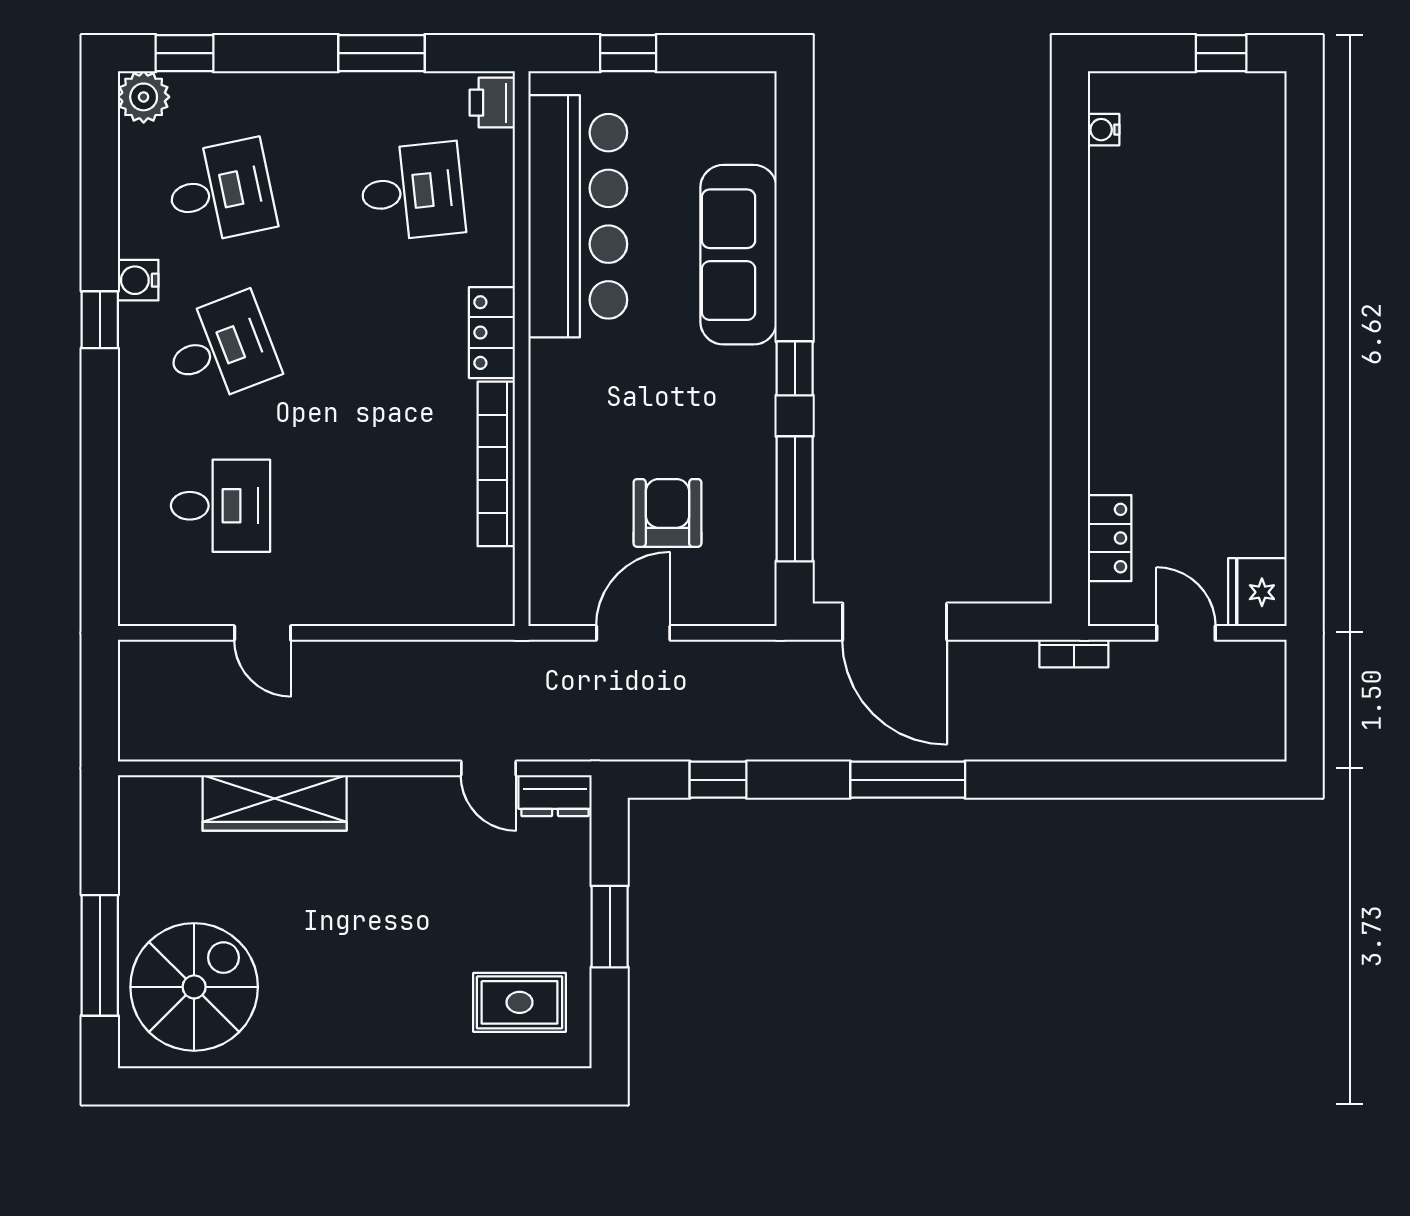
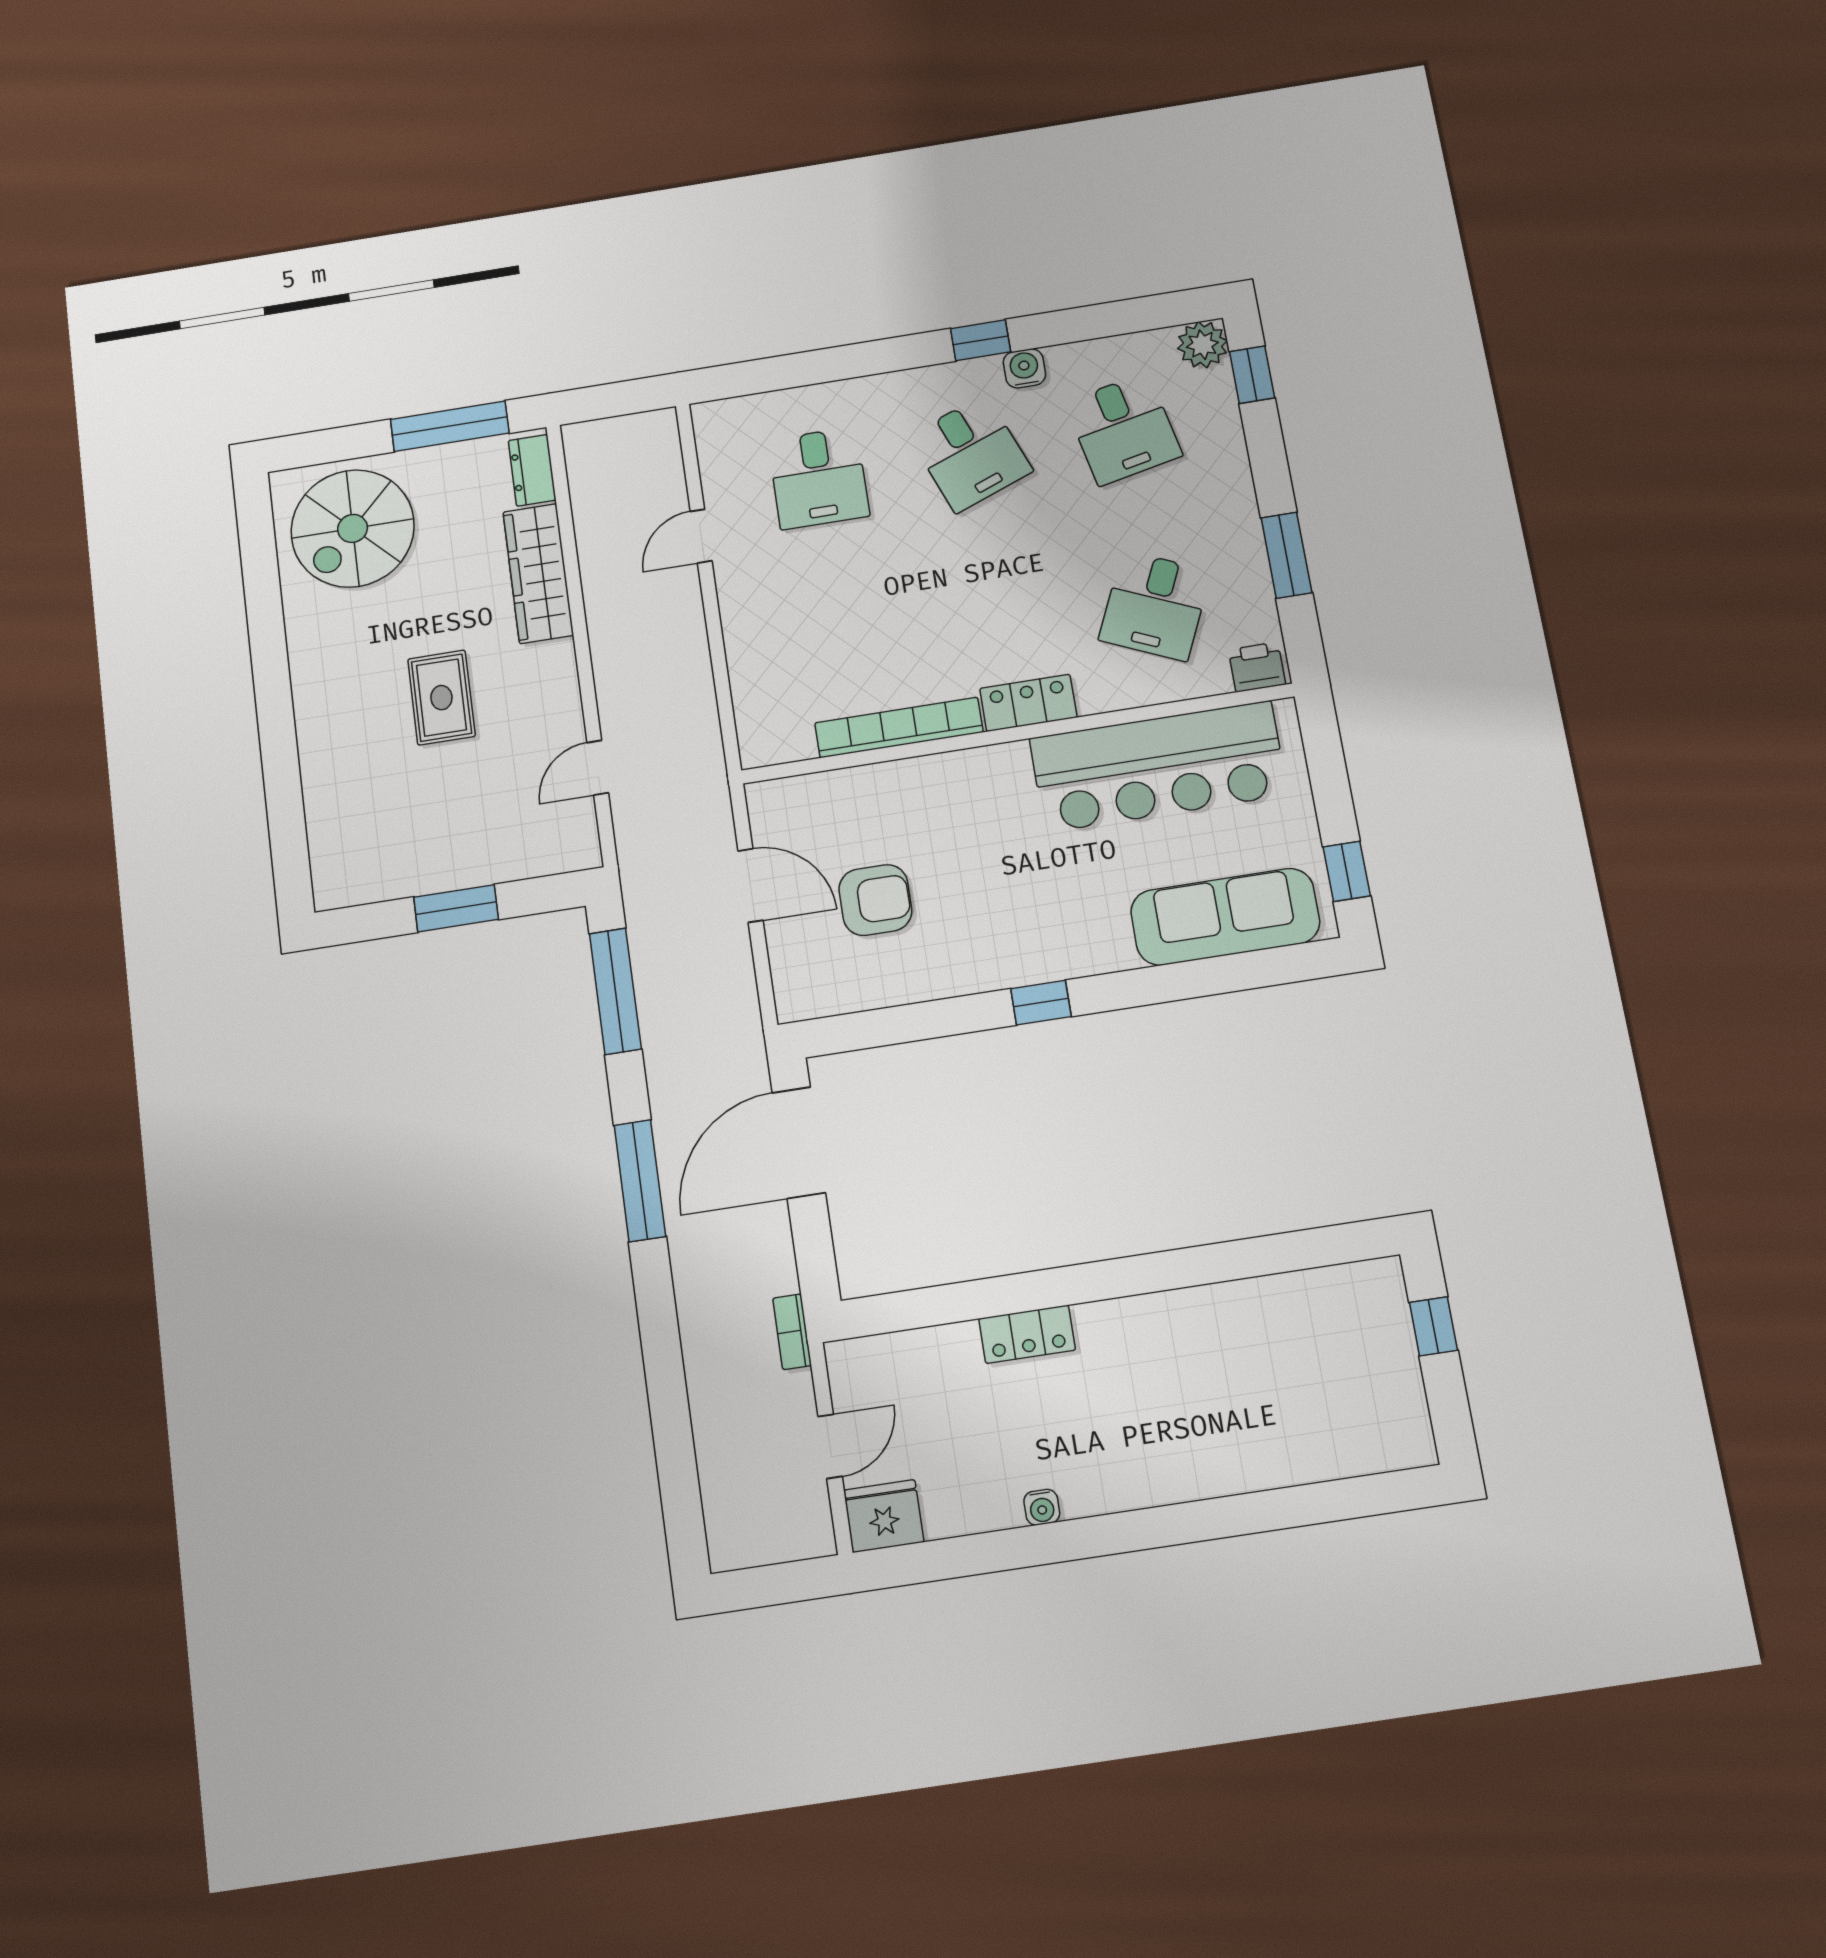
window: (628, 53) -> (1347, 871), moved
window: (1221, 53) -> (1433, 1326), moved
water cooler: (1104, 130) -> (1042, 1507), moved, turned 180
desk: (412, 192) -> (1155, 606), turned 30
sofa: (738, 255) -> (1225, 917), moved
window: (795, 499) -> (909, 1023), removed
locker: (1110, 538) -> (1027, 1334), moved
window: (718, 780) -> (615, 991), width x2.17
dresser: (555, 796) -> (532, 470), moved
window: (100, 955) -> (450, 426), moved
spiral stairs: (194, 987) -> (353, 528), turned 90
rug: (520, 1002) -> (441, 698), moved

